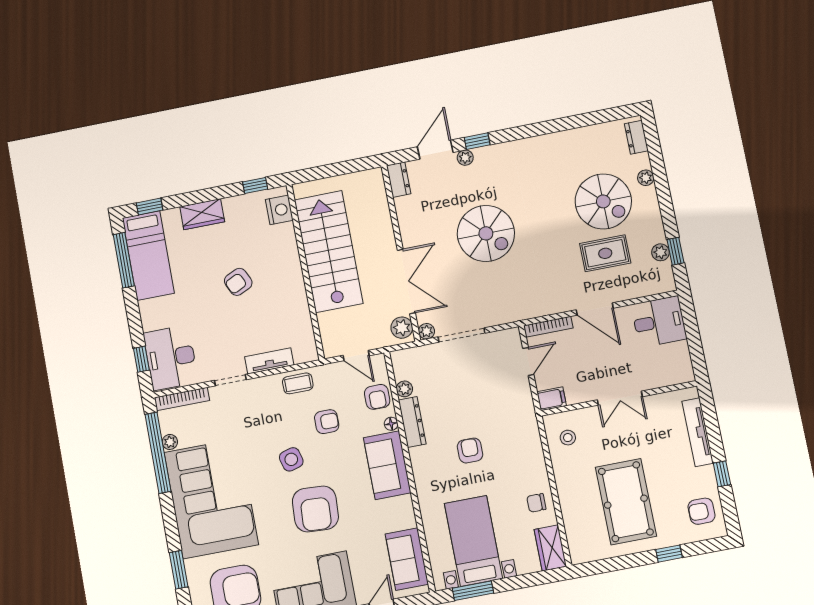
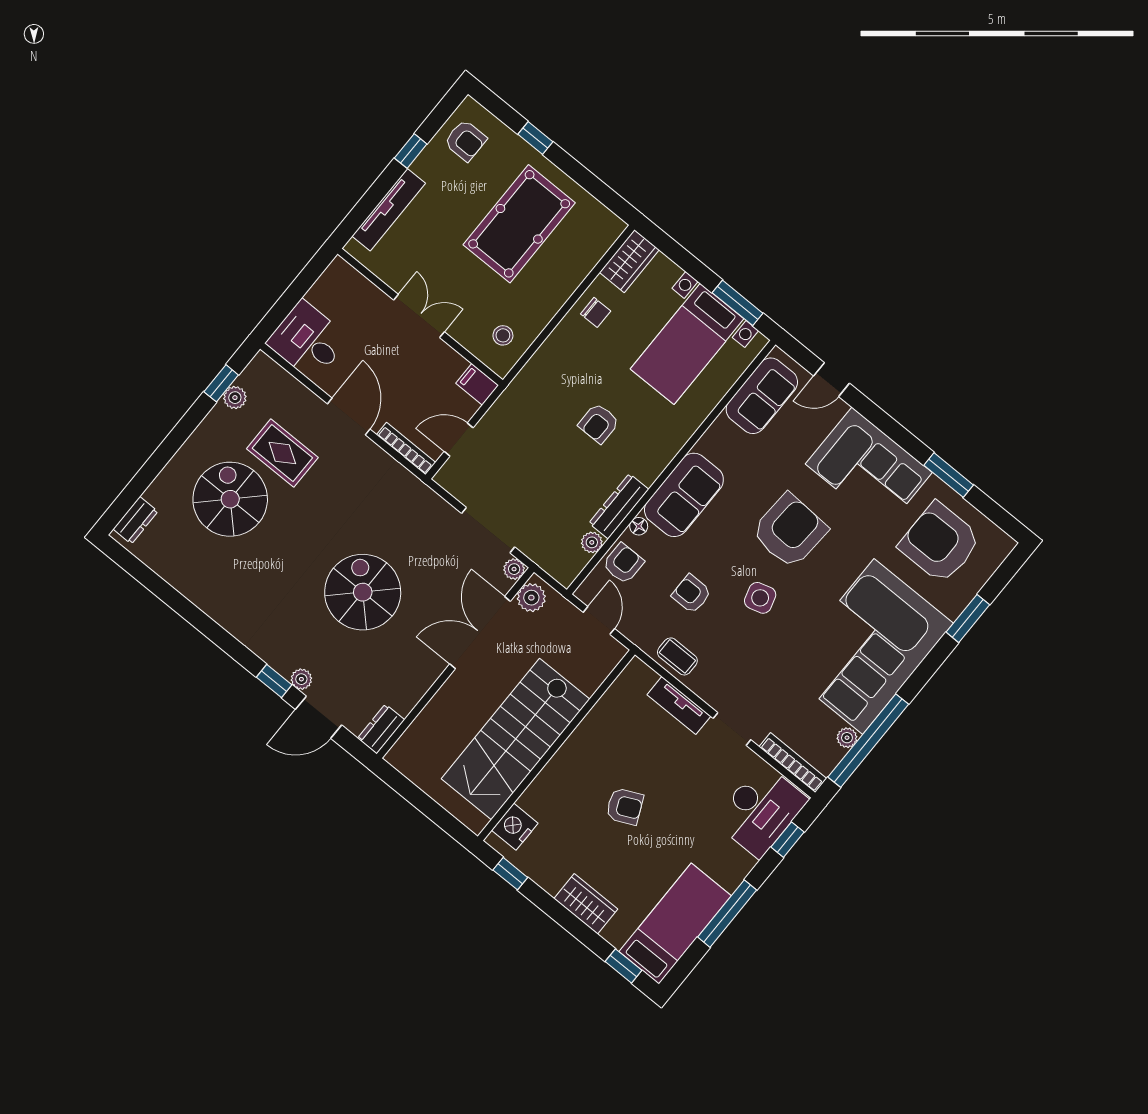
plant: (646, 178) -> (170, 476), removed
window: (124, 260) -> (727, 914), moved

